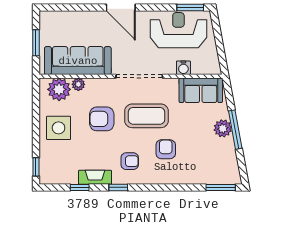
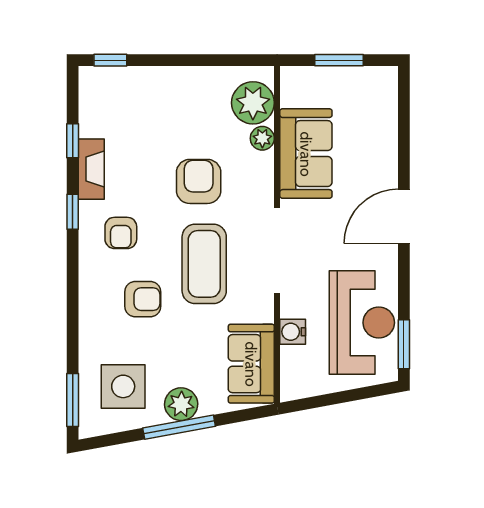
sofa: (78, 61) -> (306, 154), width x0.73
side table: (59, 128) -> (123, 386), moved

